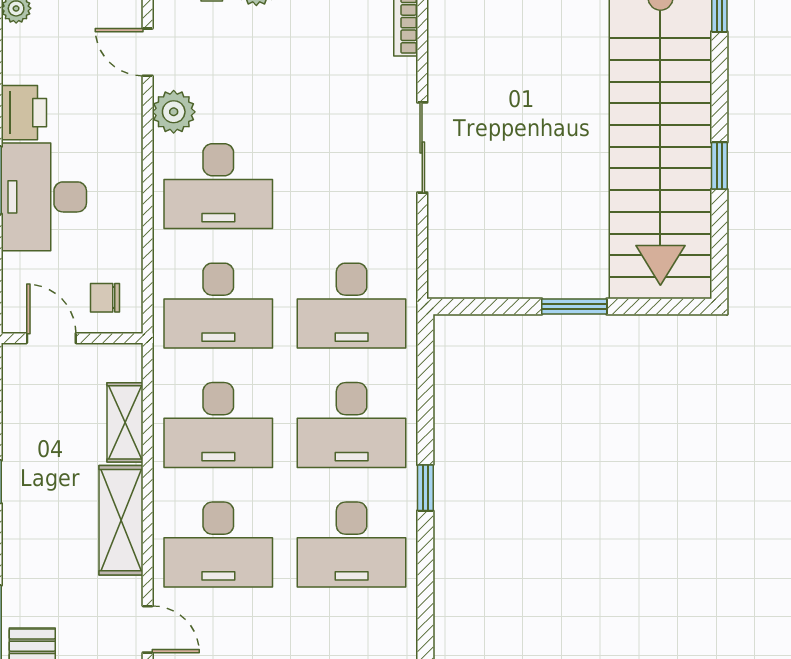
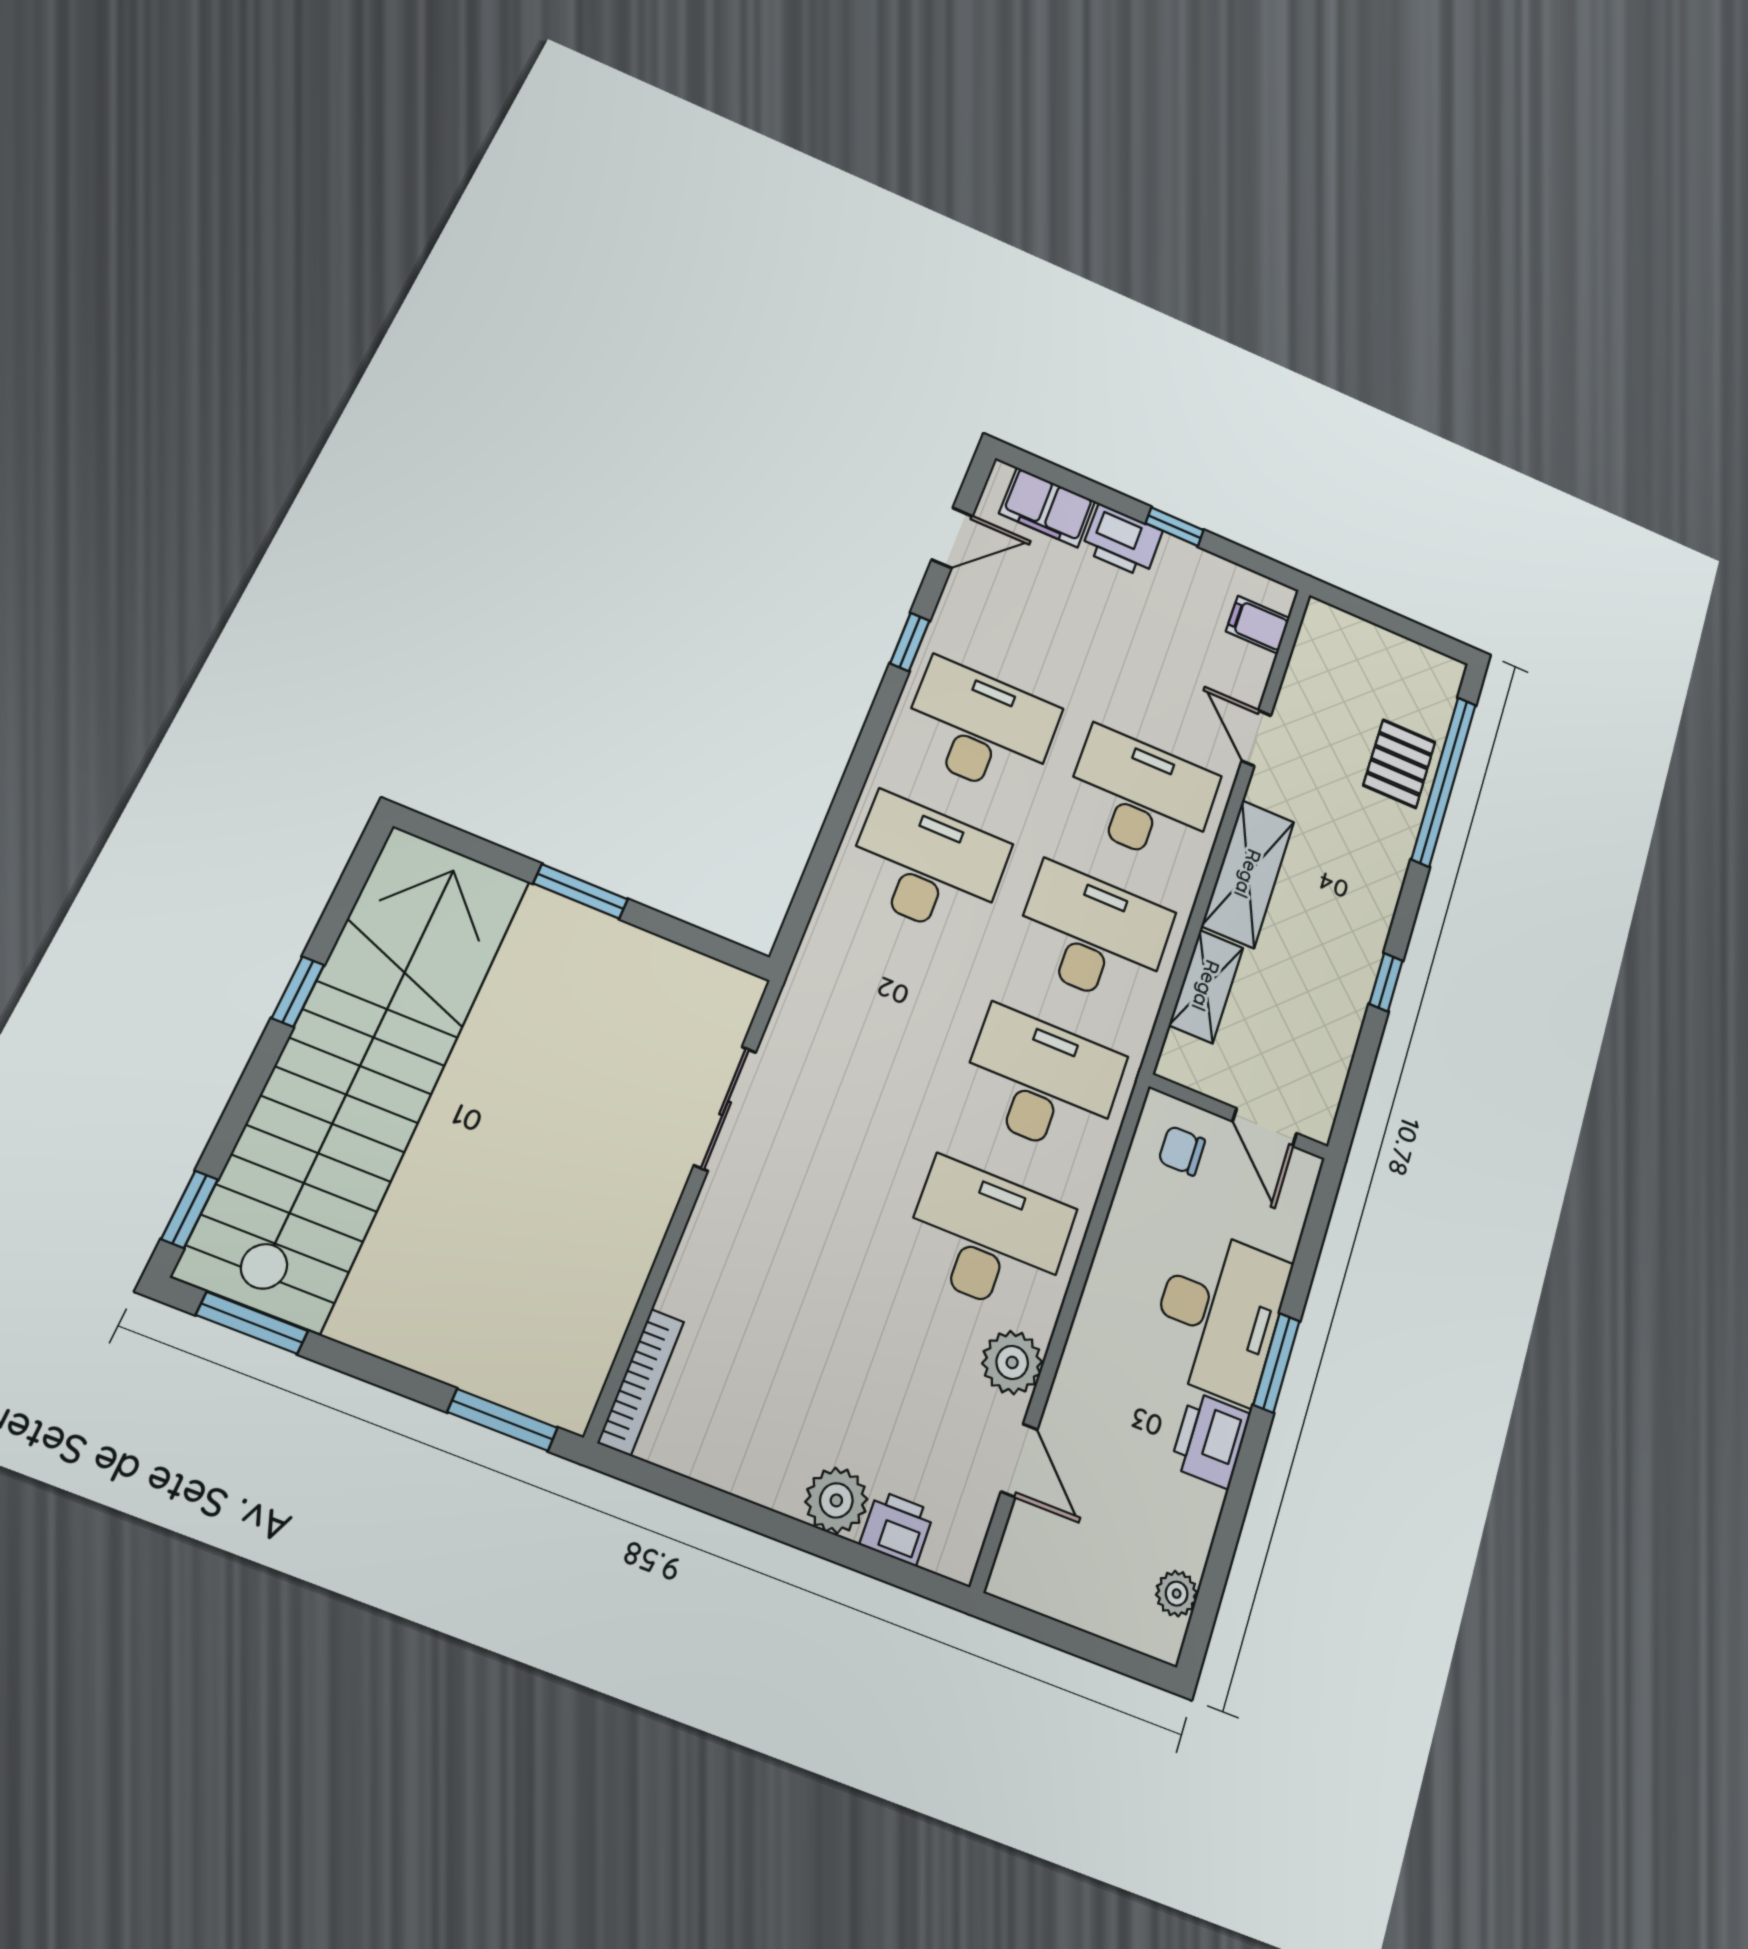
sliding door: (422, 148) -> (725, 1108), moved
chair: (105, 298) -> (1182, 1151), turned 180
desk: (352, 306) -> (871, 1012), removed
window: (425, 488) -> (910, 642), moved

